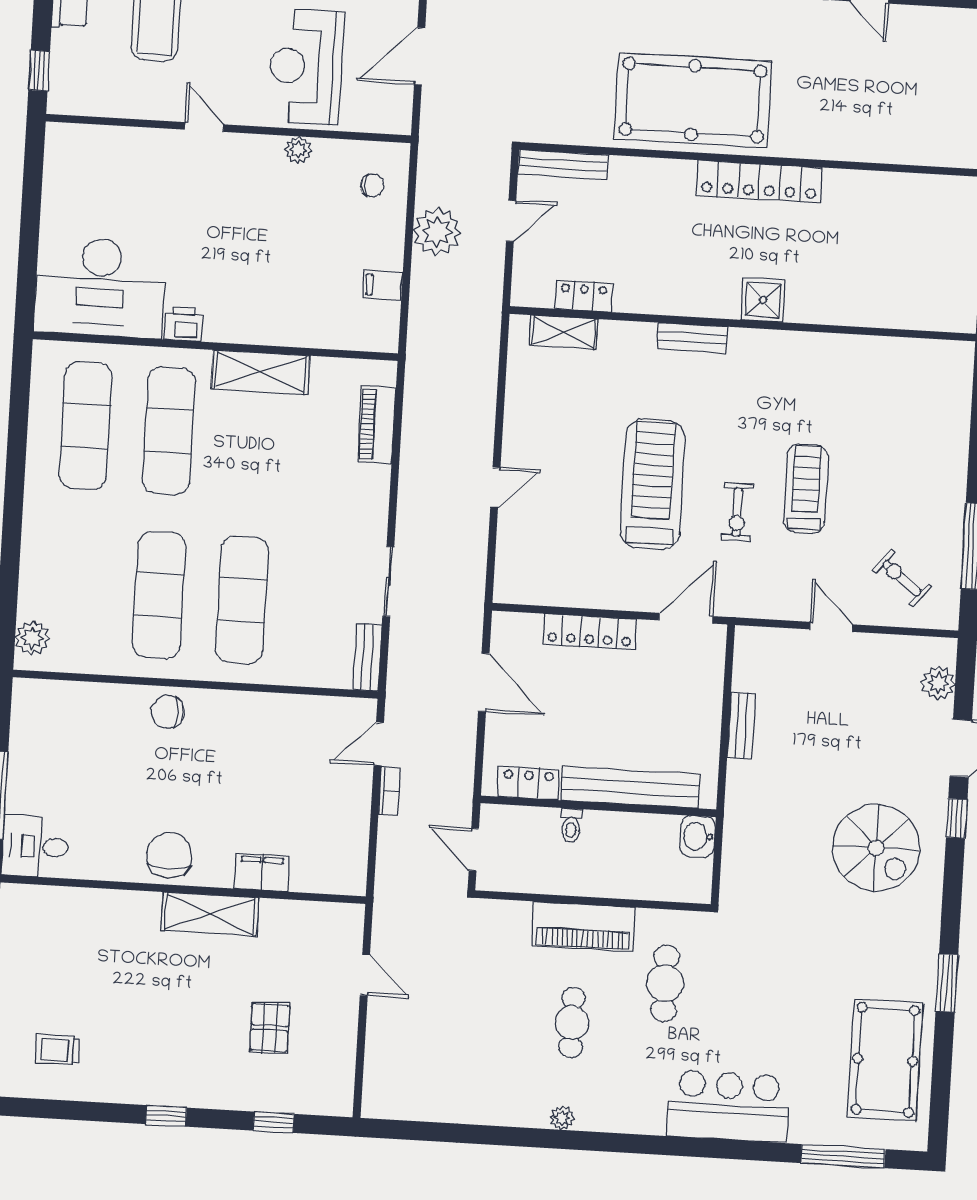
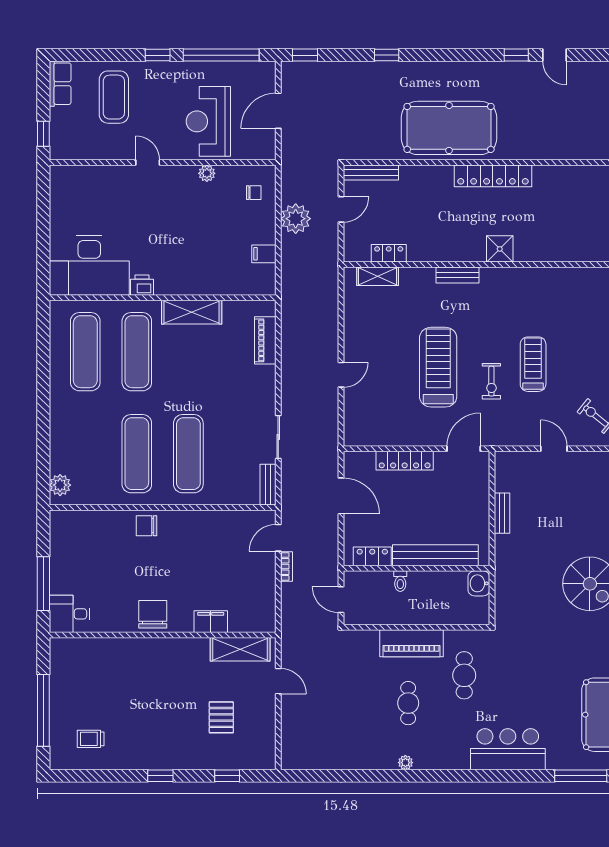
shelving: (210, 914) -> (240, 649), moved

